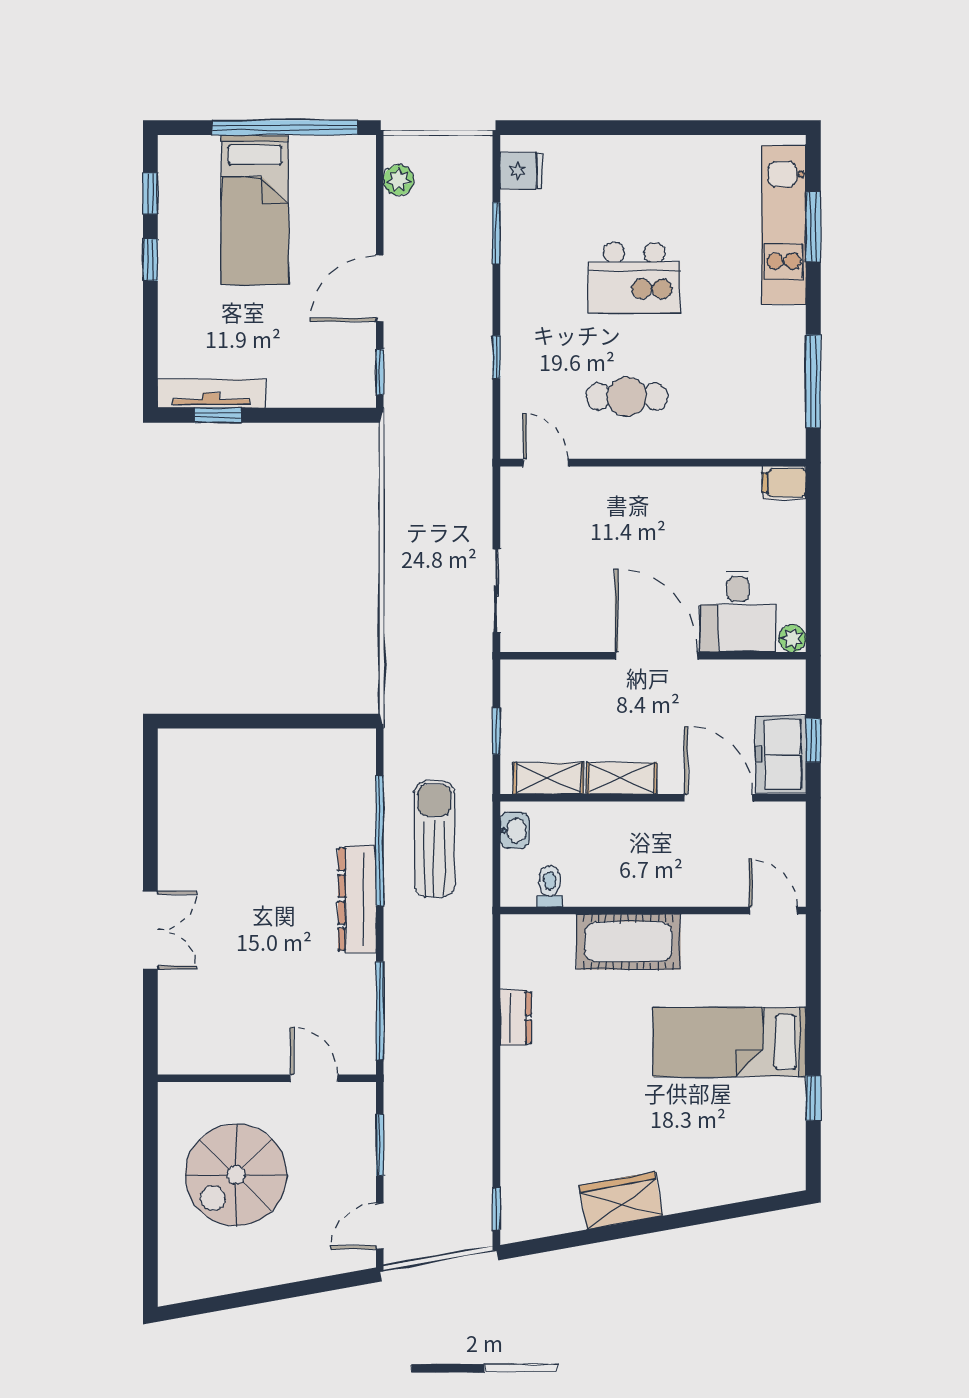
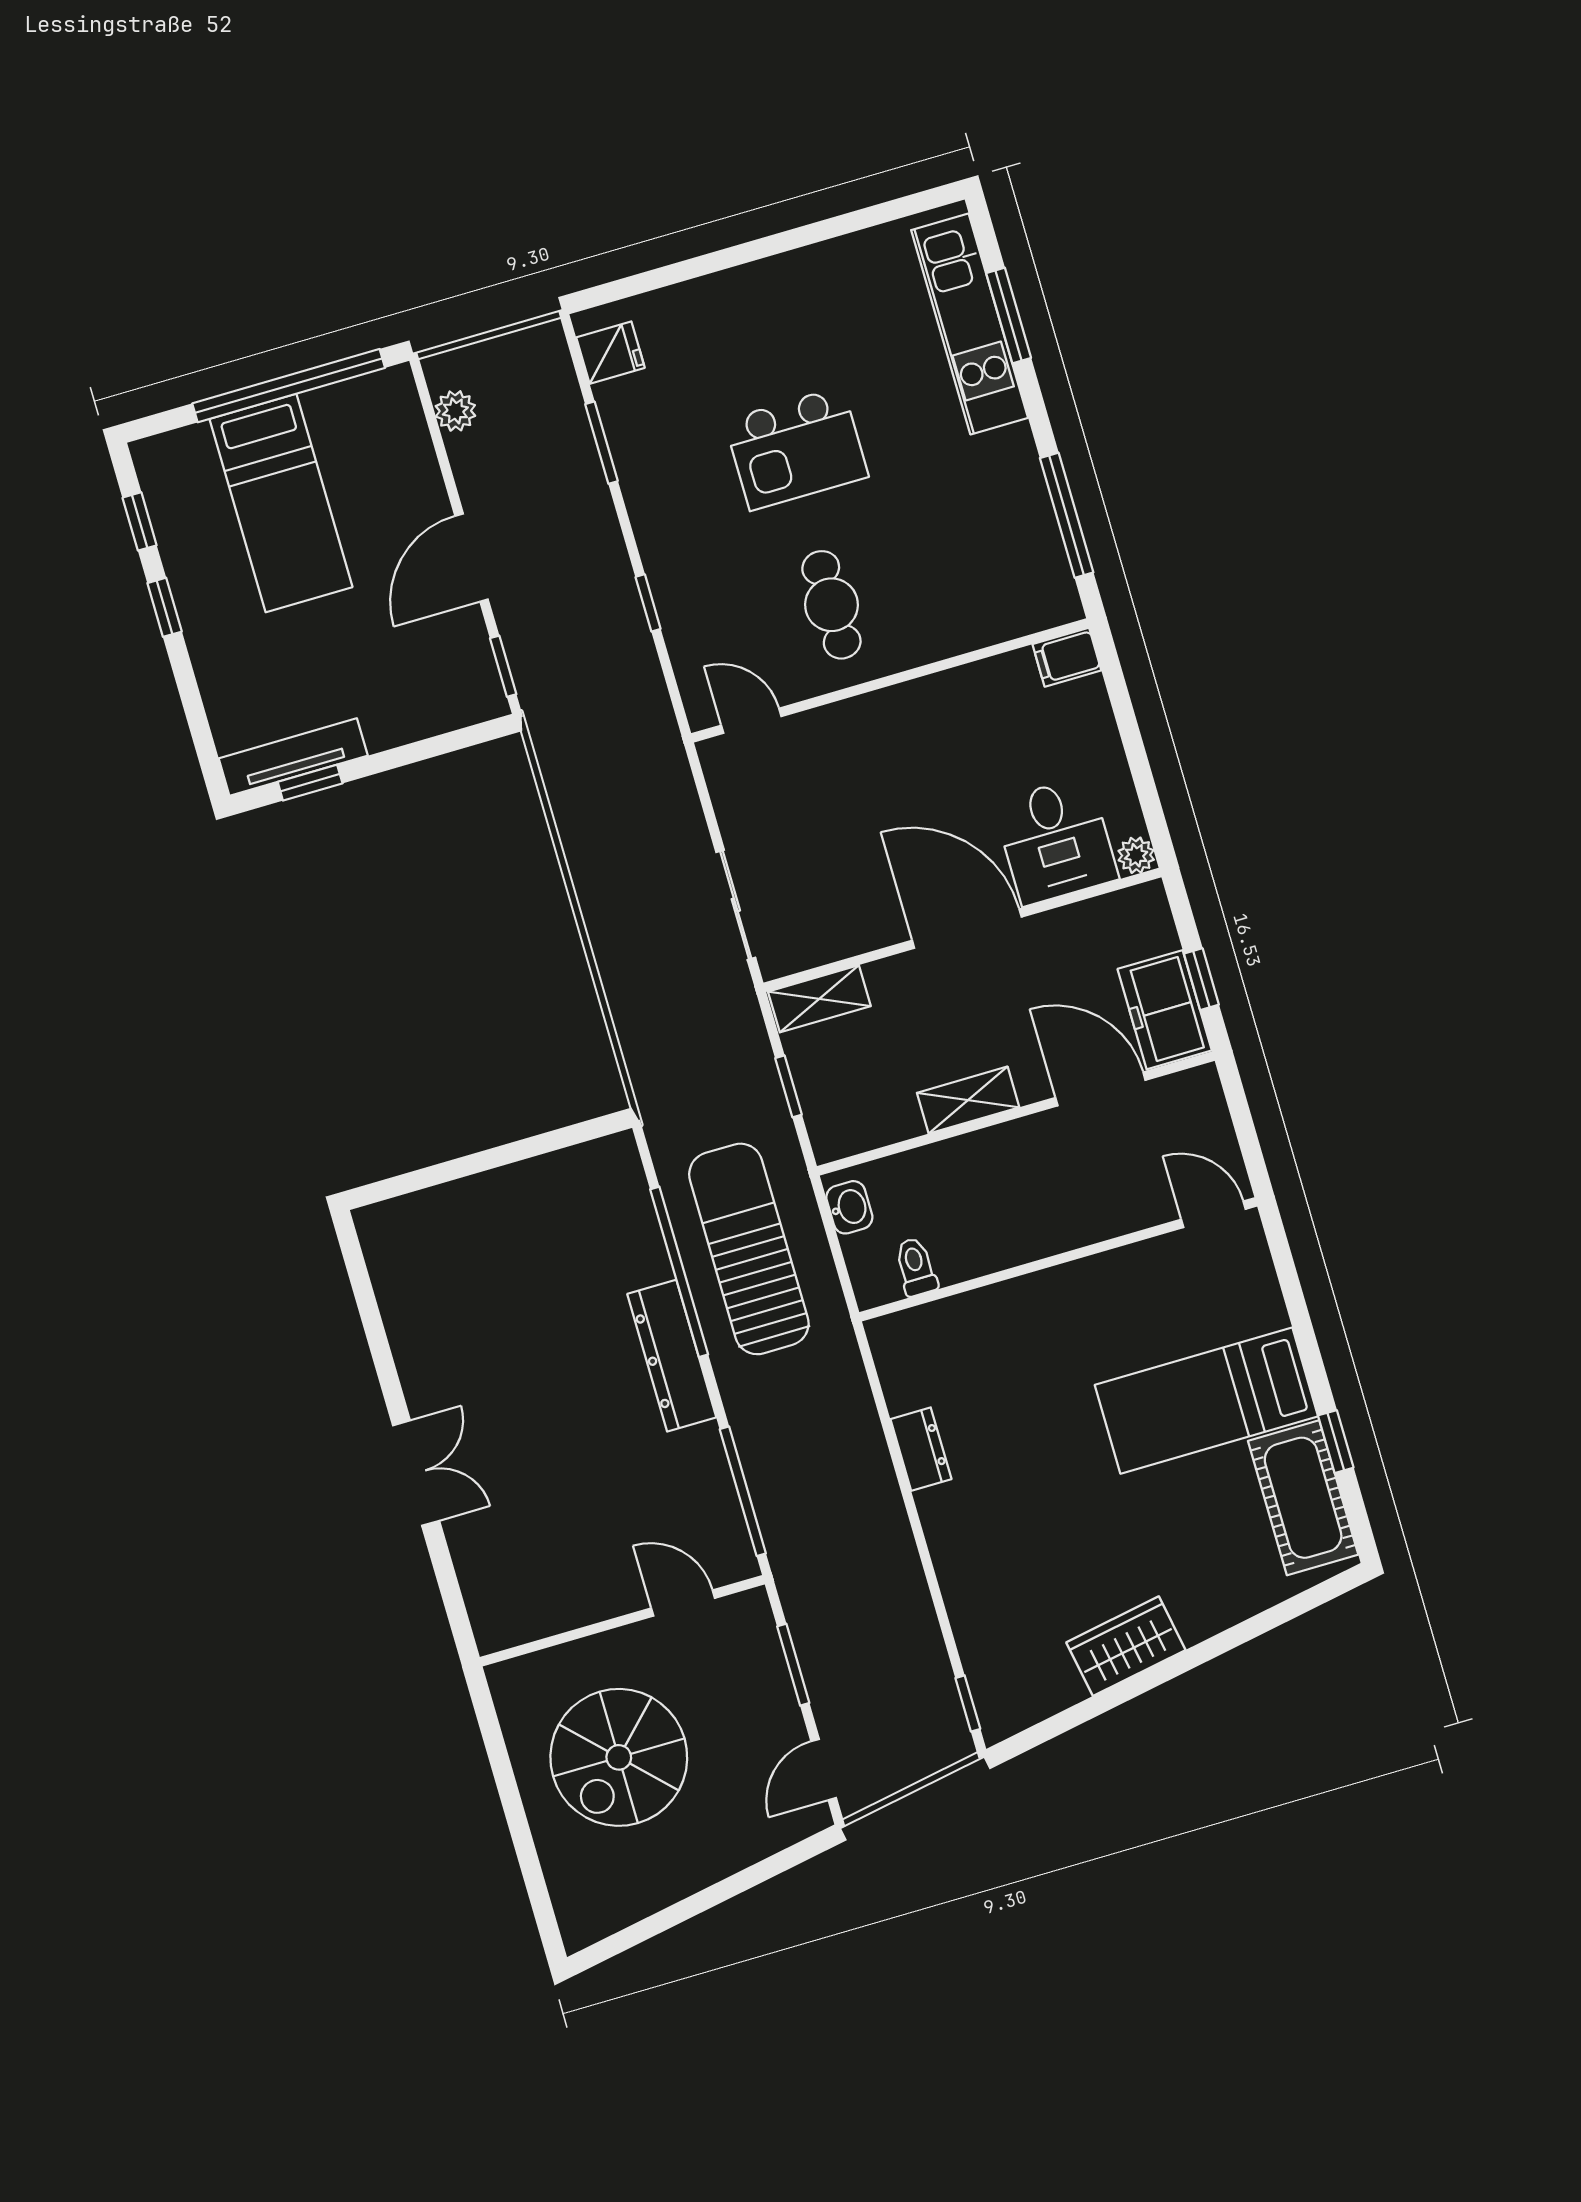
cafe table: (627, 396) -> (831, 605), turned 90
shelving: (548, 778) -> (819, 999), moved
sun lounger: (434, 839) -> (749, 1249), width x1.36, depth x1.34
cot: (629, 942) -> (1303, 1498), moved, turned 90

